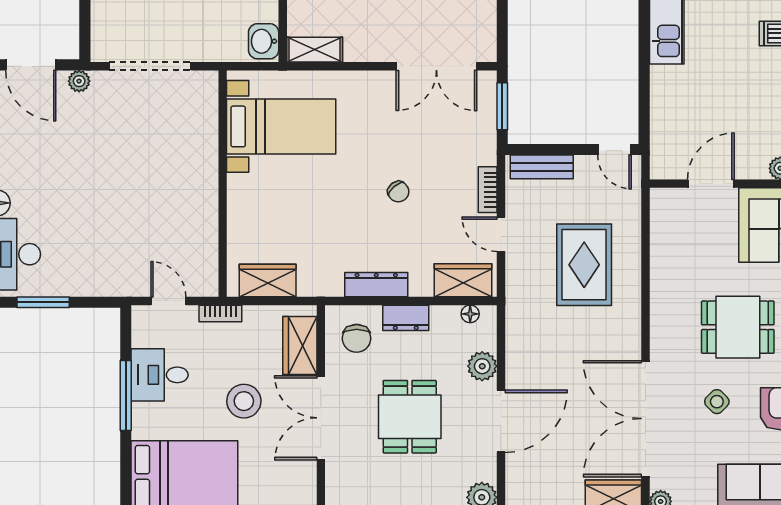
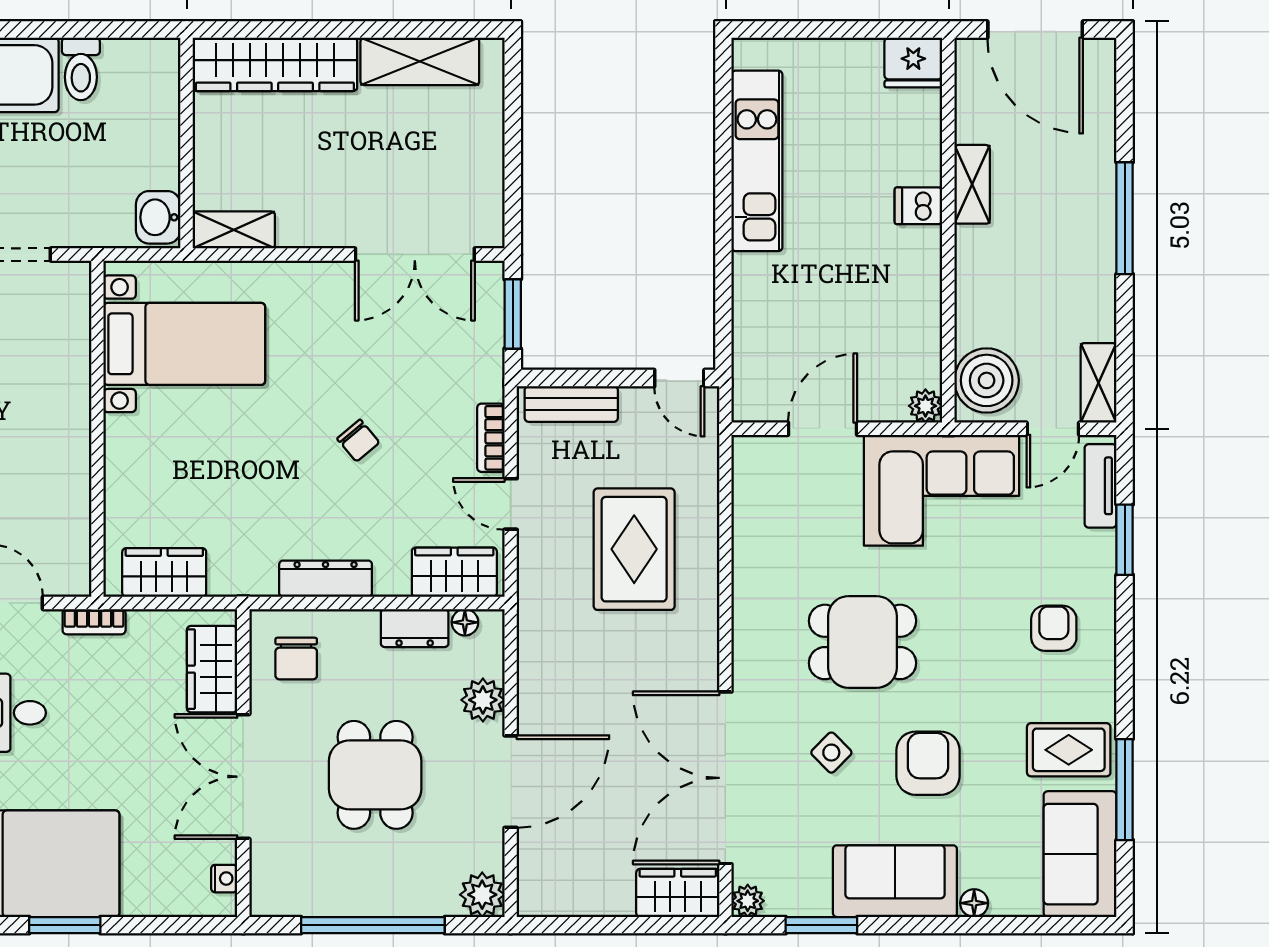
dresser: (406, 318) -> (415, 628), moved
stool: (244, 401) -> (129, 752), removed
nightstand: (308, 486) -> (224, 879), added

